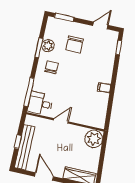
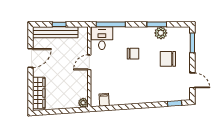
chair: (52, 67) -> (133, 54), moved
filing cabinet: (104, 88) -> (104, 100), moved
door: (61, 121) -> (89, 62), swing flipped
plant: (94, 139) -> (83, 103), width x0.53, depth x0.53

